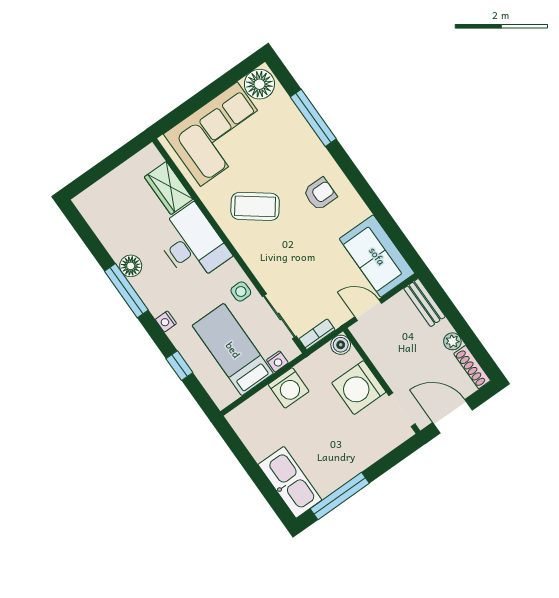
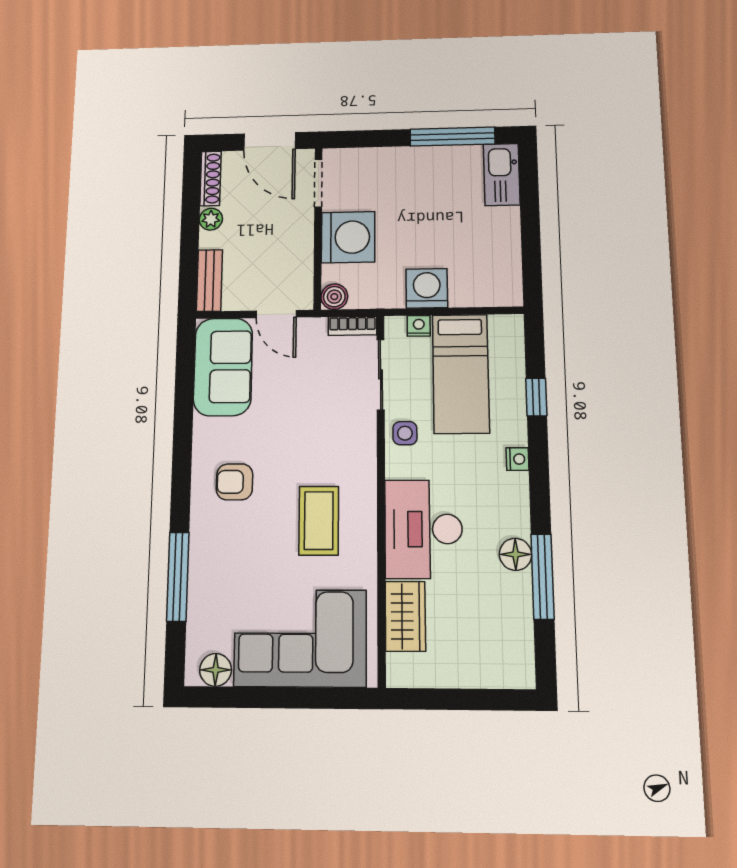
floor lamp: (259, 84) -> (216, 670), width x0.73, depth x0.73
coffee table: (255, 206) -> (319, 521), turned 53
window: (126, 291) -> (542, 577), moved
kitchen sink: (290, 482) -> (502, 175), width x0.73, depth x0.81

